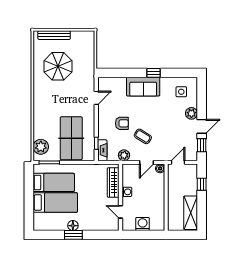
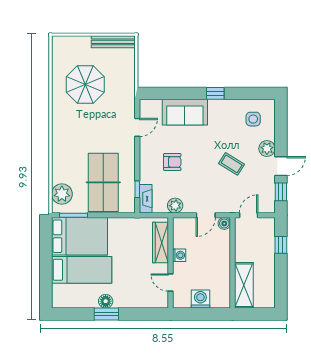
bench: (54, 35) -> (113, 42), moved
sofa: (143, 87) -> (185, 112), moved
coffee table: (143, 136) -> (232, 164), moved
bed: (54, 182) -> (80, 236), width x1.50
shelving: (191, 213) -> (244, 285), moved

